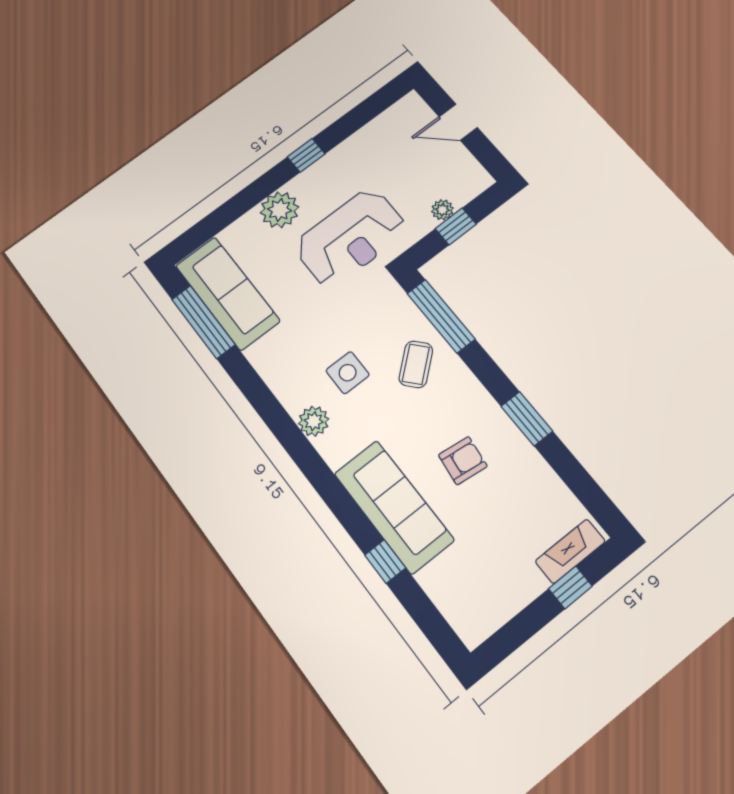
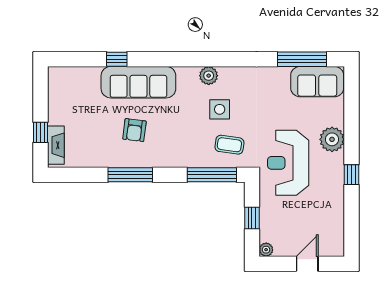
plant: (442, 210) -> (266, 250), moved
sofa: (227, 293) -> (317, 82), width x0.73
coffee table: (416, 364) -> (229, 145), moved, turned -41
window: (527, 419) -> (130, 175), width x1.44

